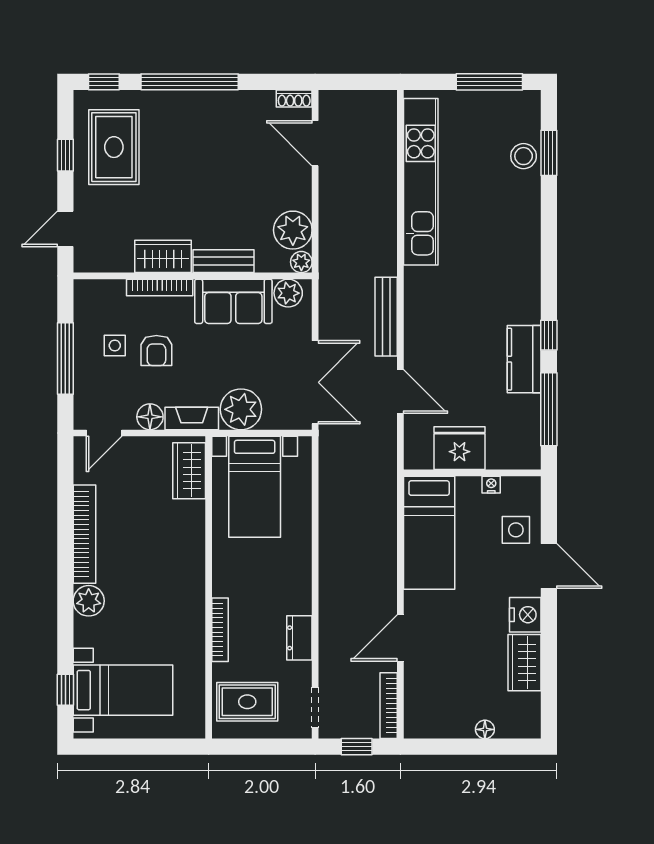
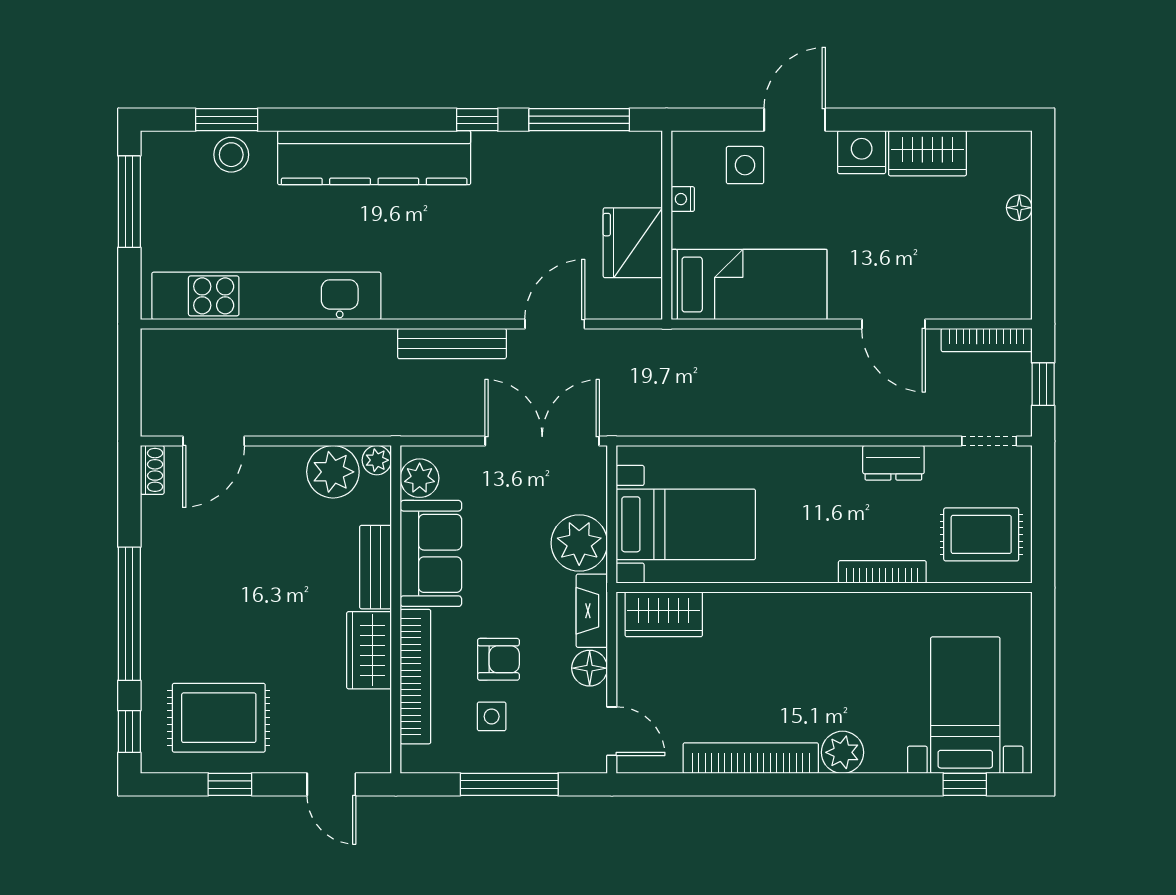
bookcase: (160, 288) -> (415, 677), width x1.48, depth x1.31
kitchen counter: (524, 359) -> (374, 158), moved, width x2.08, depth x1.17
rug: (247, 702) -> (981, 534), turned 90

